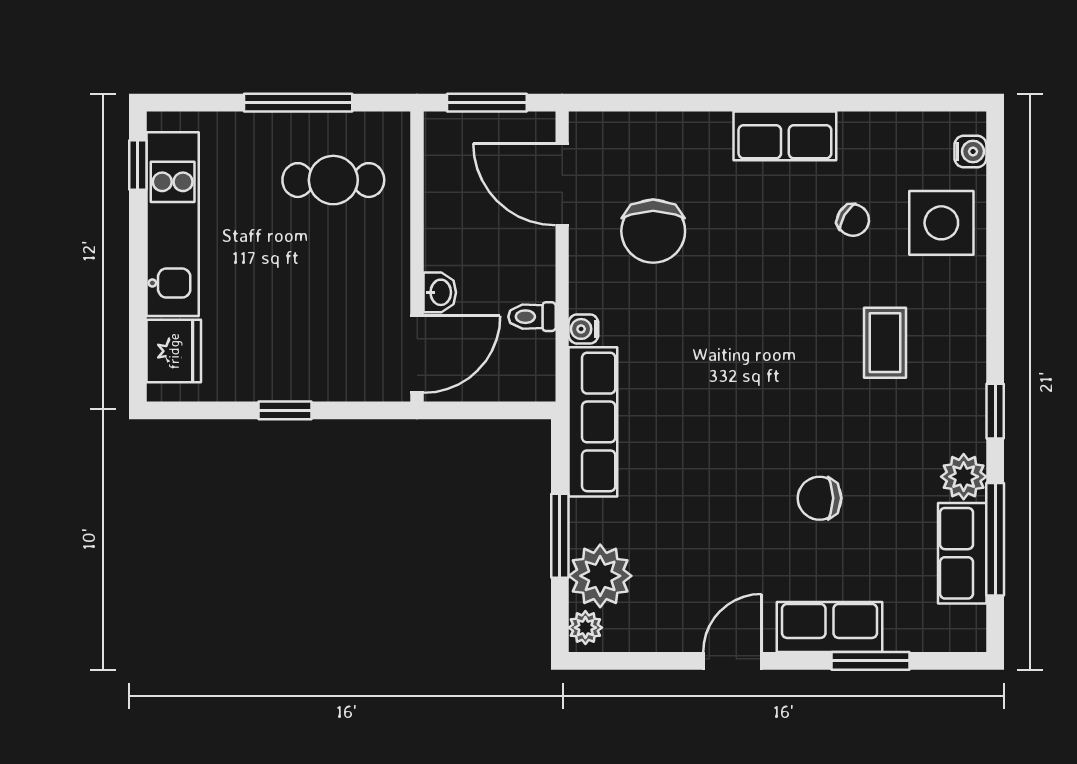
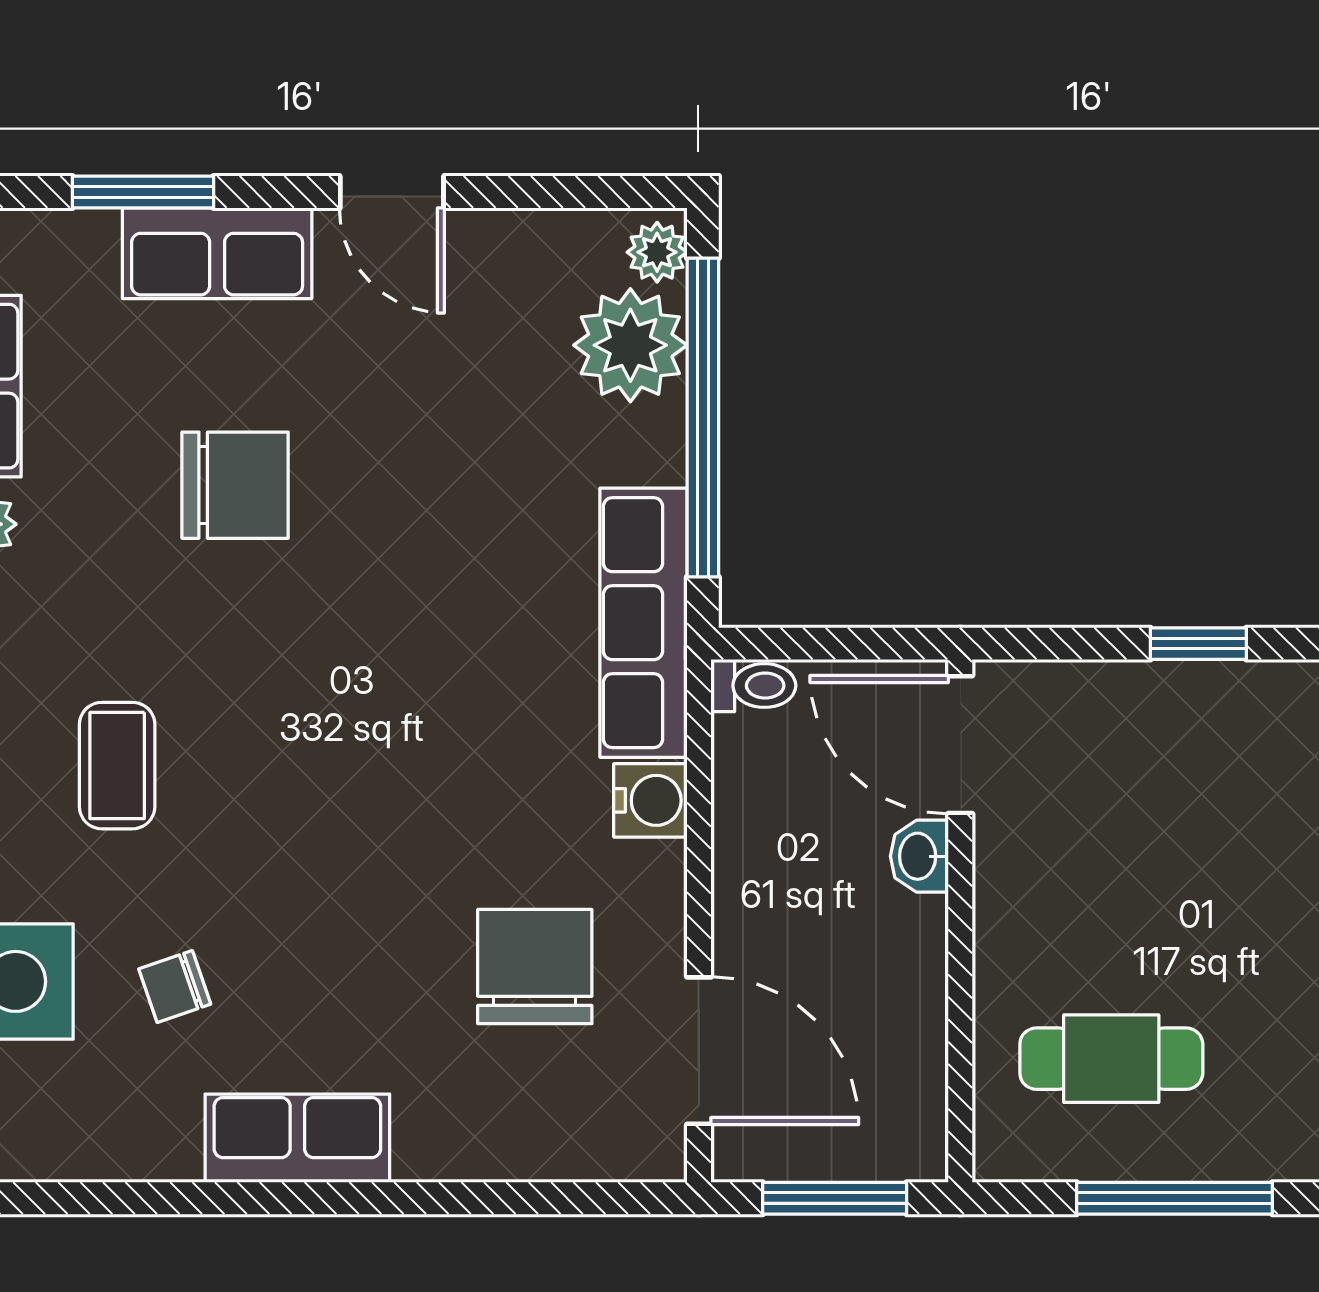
chair: (853, 220) -> (175, 987), turned -50
toilet: (532, 317) -> (753, 686), moved
water cooler: (583, 329) -> (650, 800), width x1.38, depth x1.38
door: (417, 354) -> (960, 745), hinge flipped
chair: (820, 498) -> (235, 485), width x1.37, depth x1.37
window: (560, 536) -> (703, 417), width x2.11
door: (732, 661) -> (392, 192), hinge flipped

